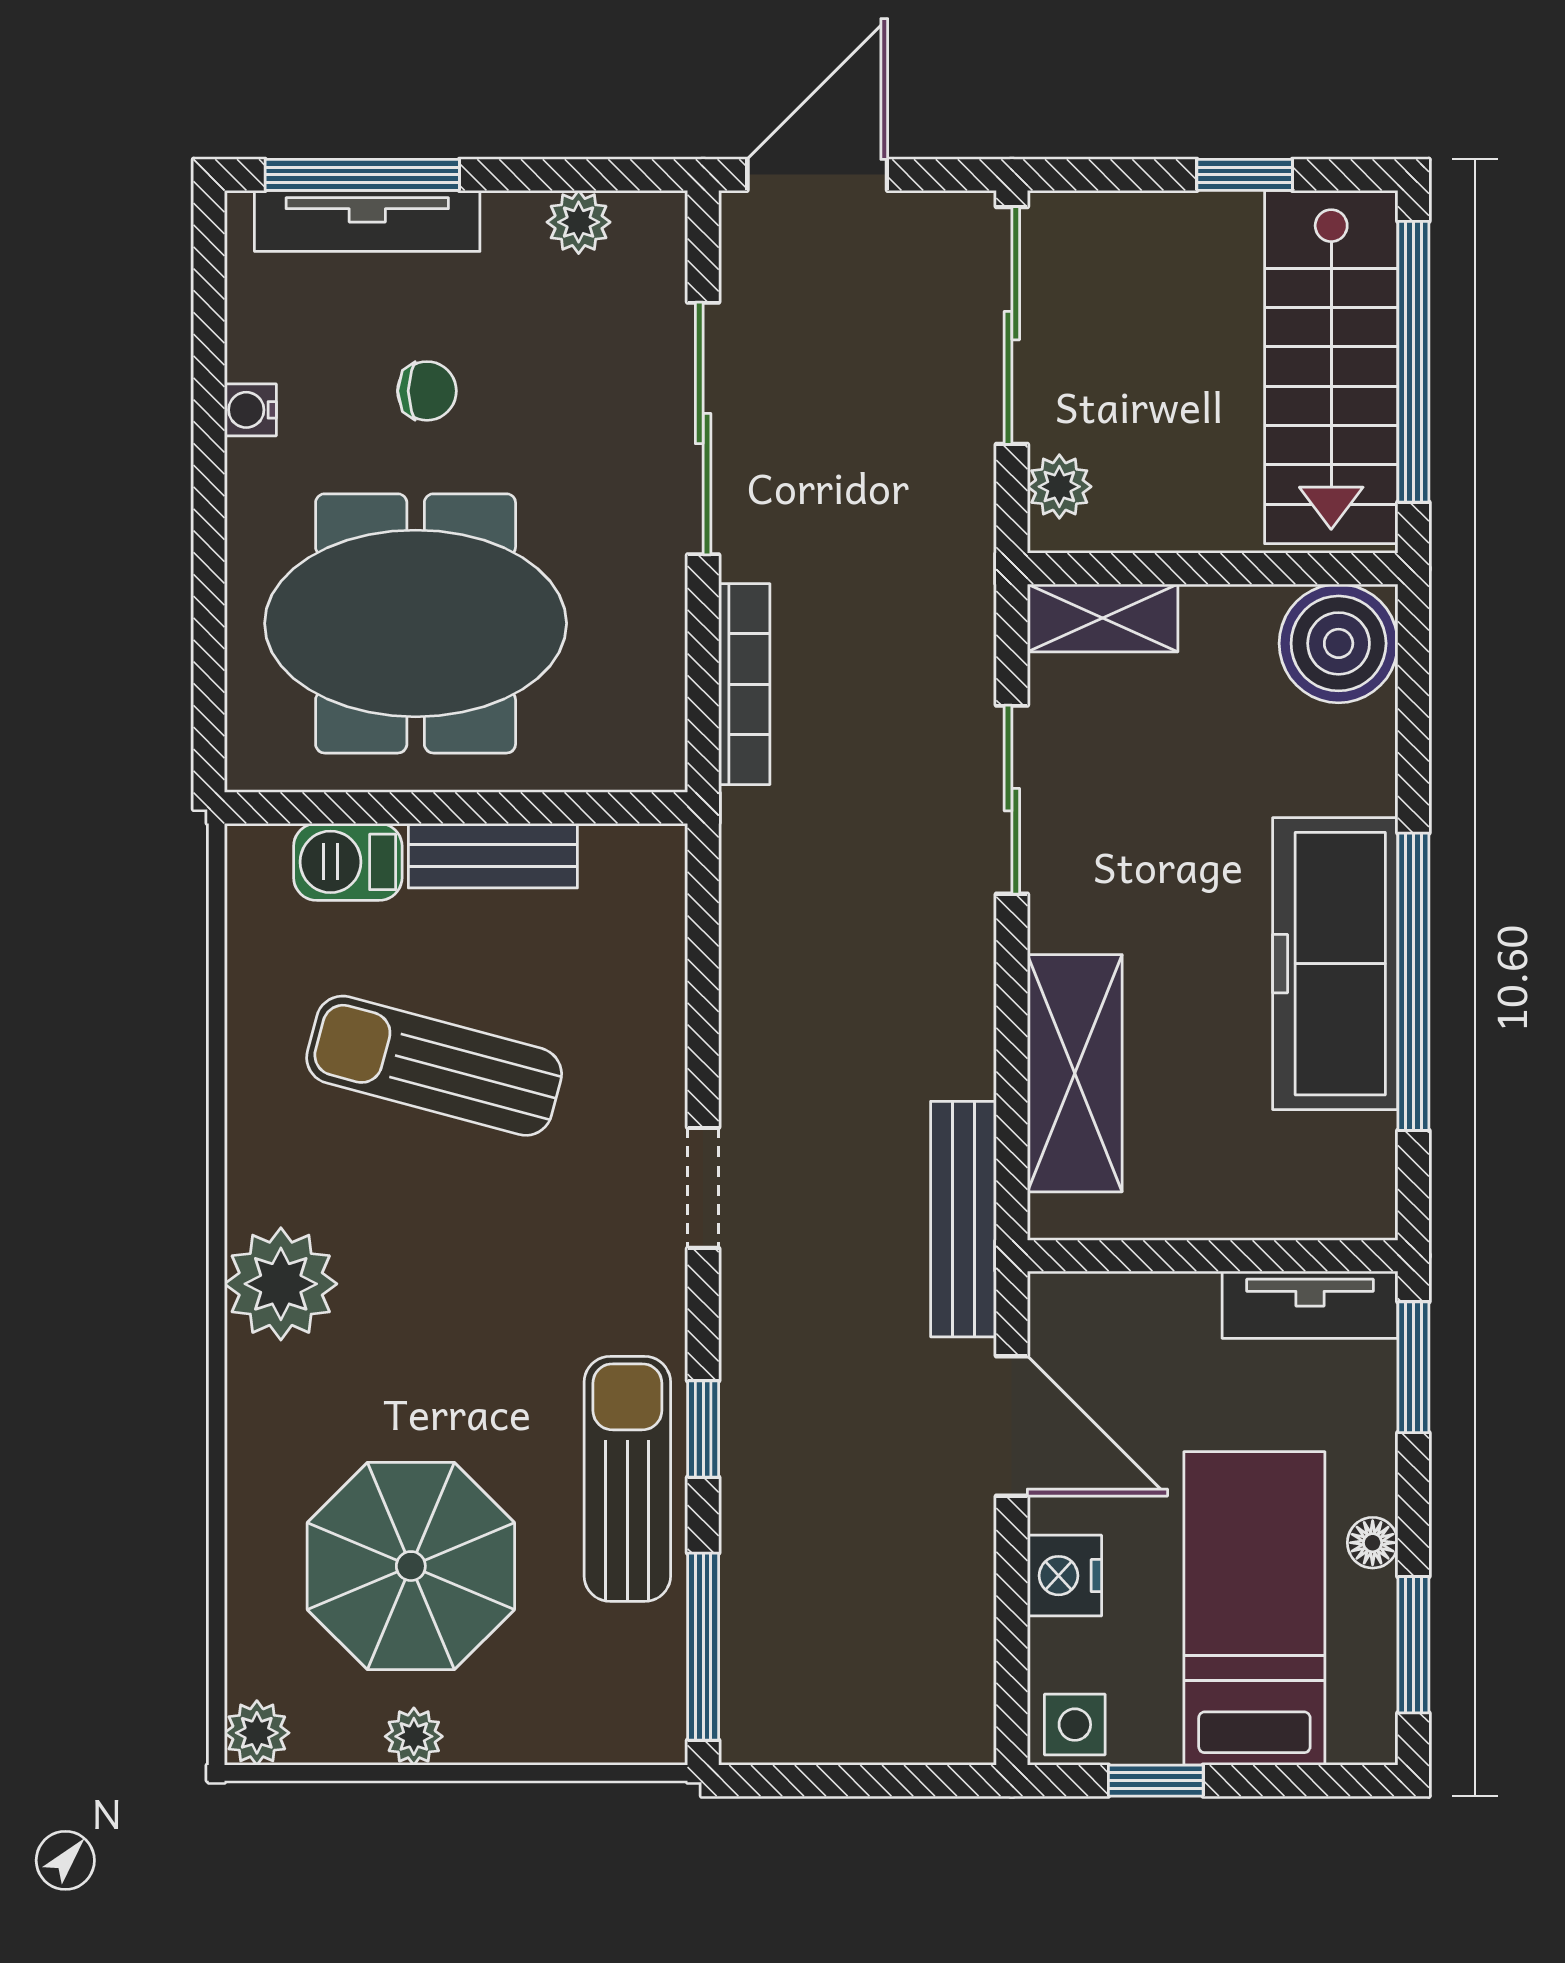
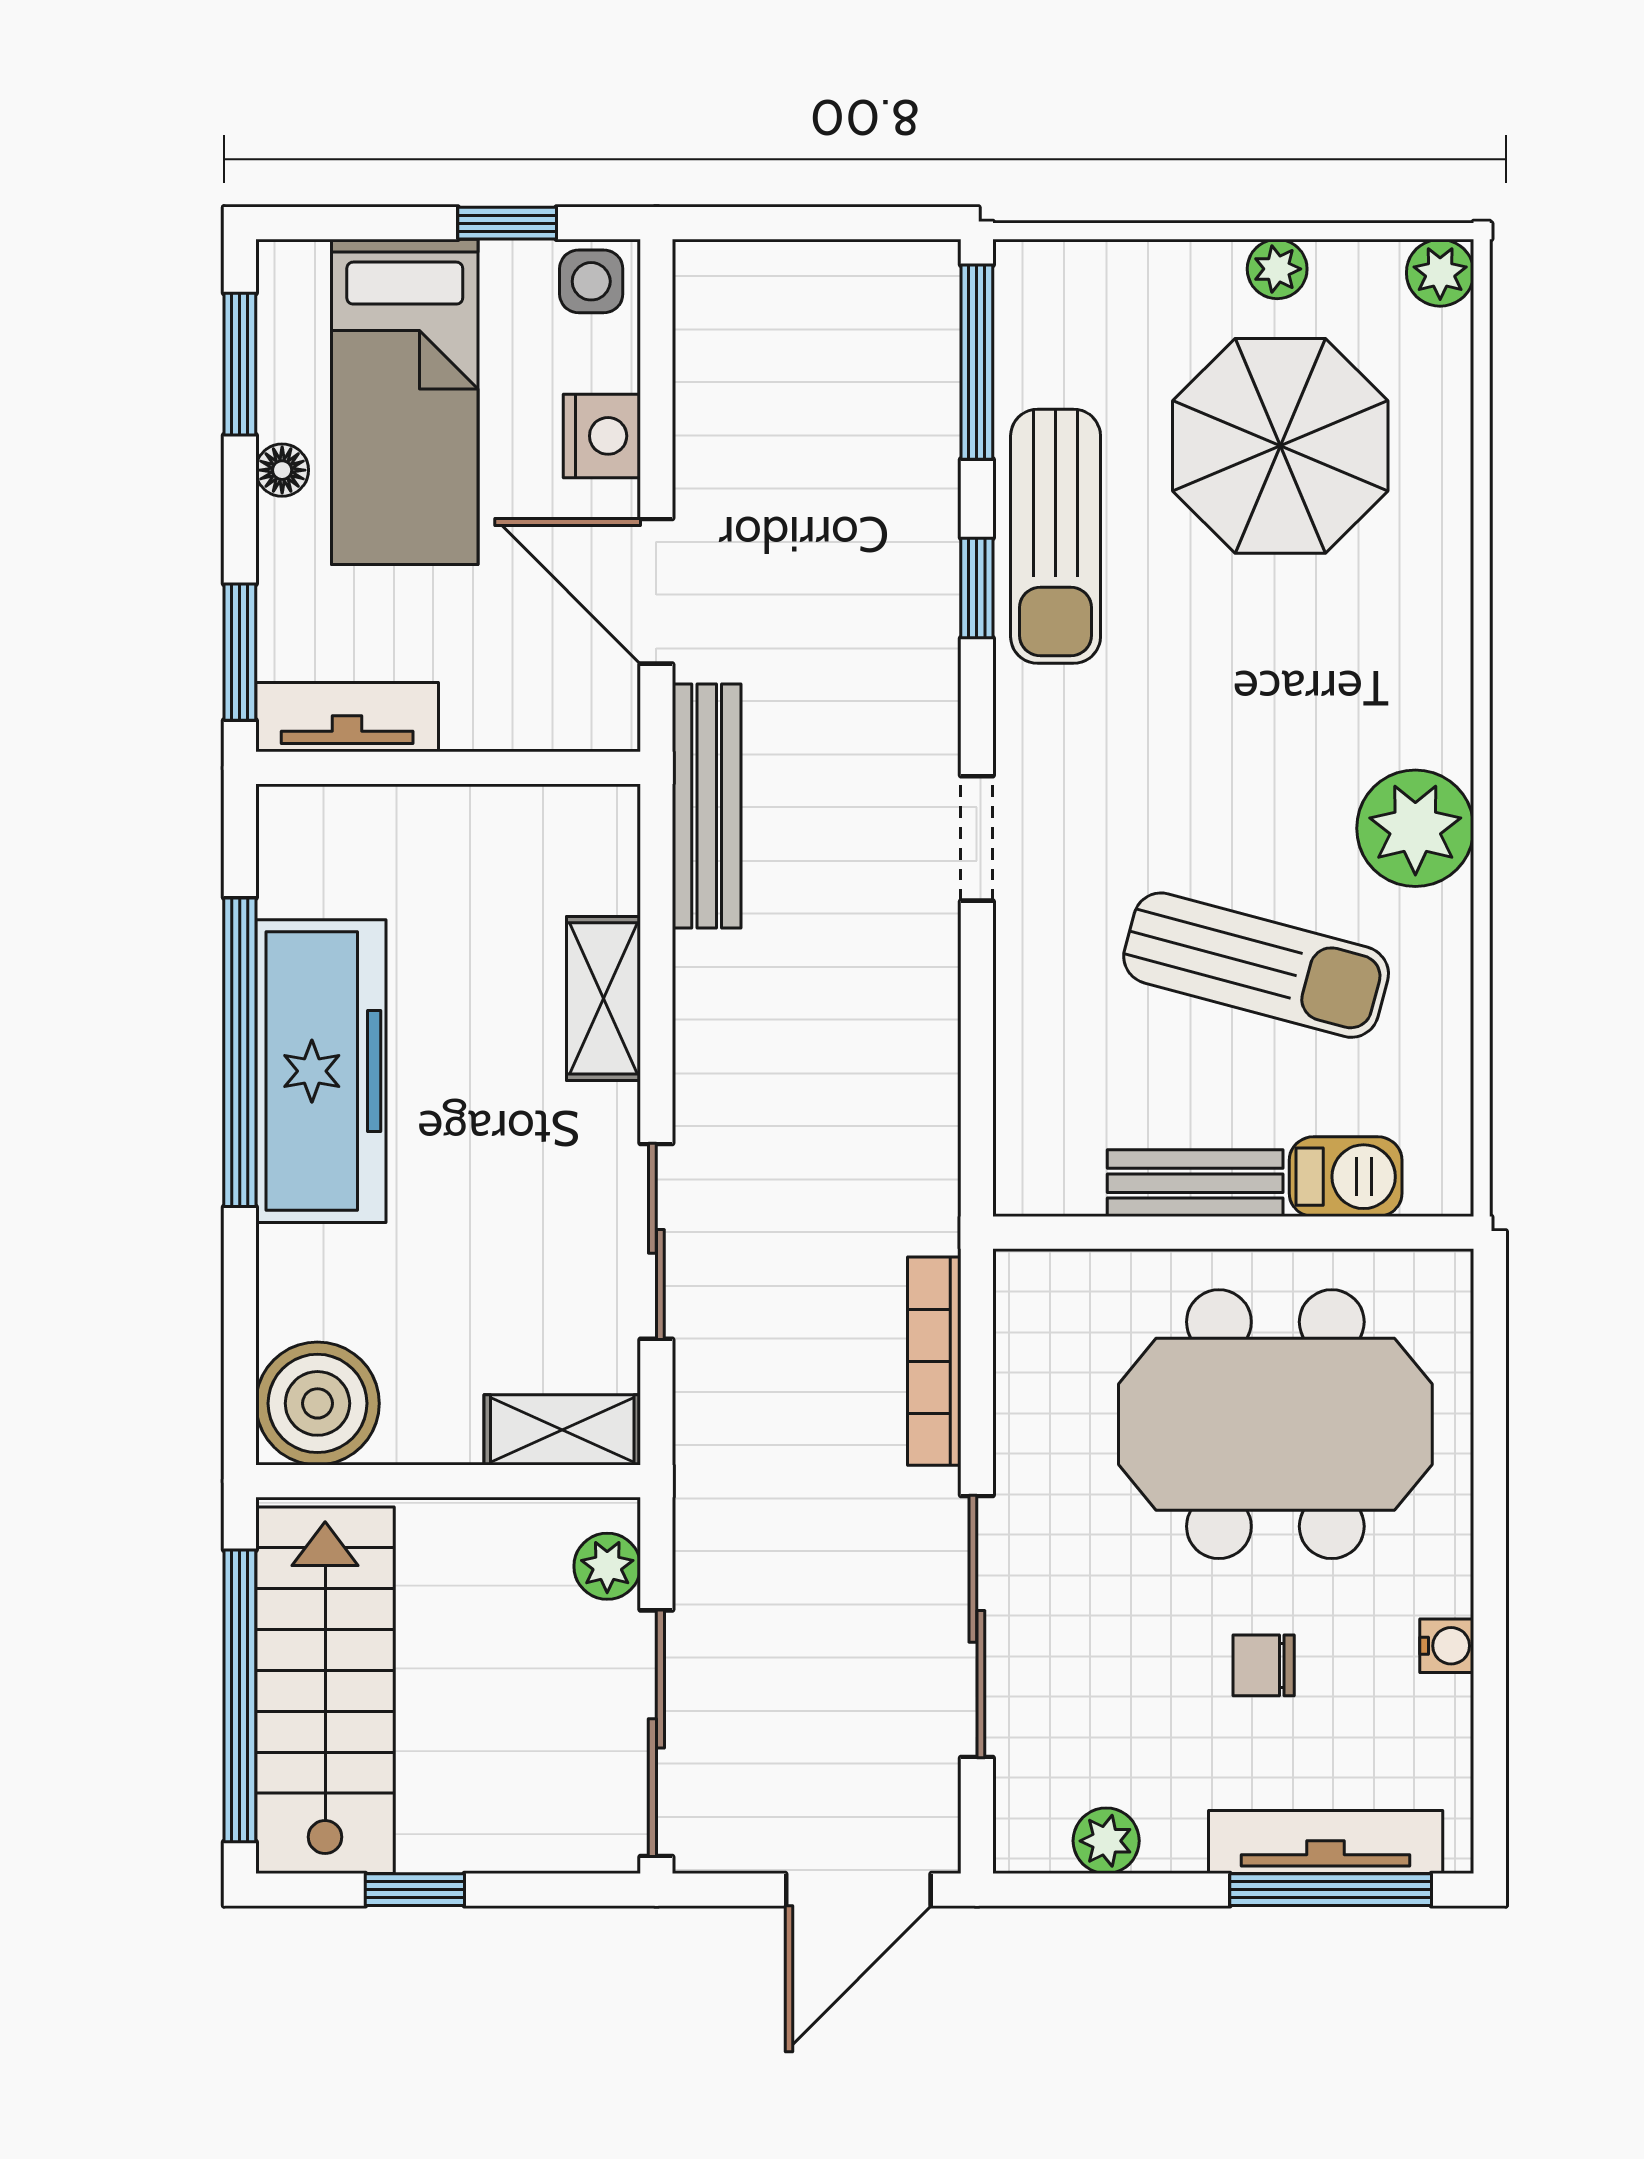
shelving: (1075, 1073) -> (603, 998), width x0.67, depth x0.75
plant: (281, 1284) -> (1415, 828), moved

